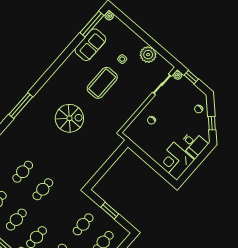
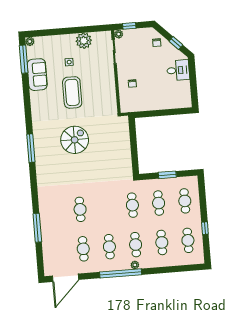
window: (21, 106) -> (31, 148), moved
corner desk: (175, 161) -> (177, 95), removed
cafe table: (43, 189) -> (132, 205), moved

